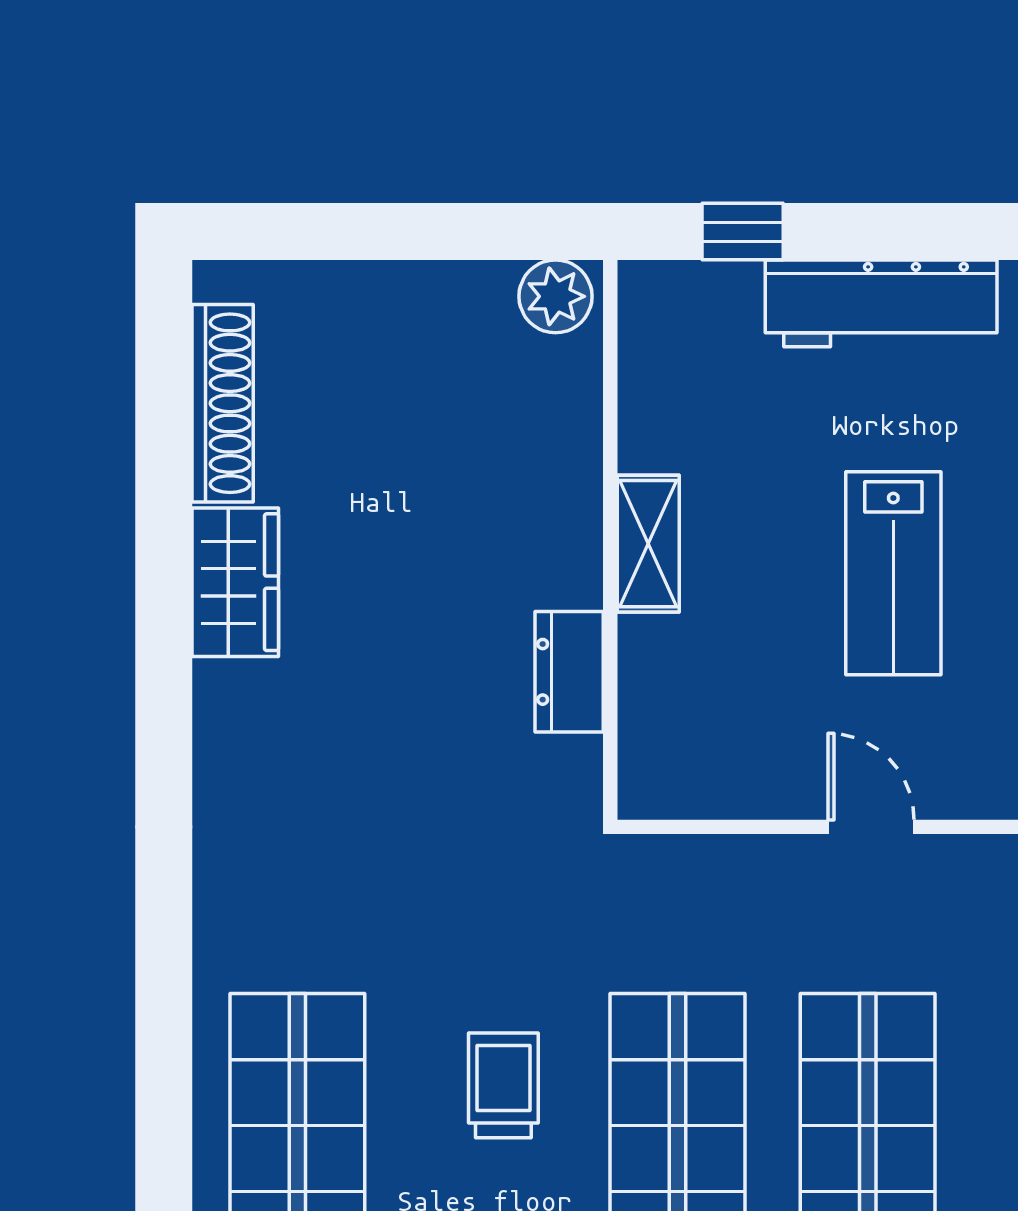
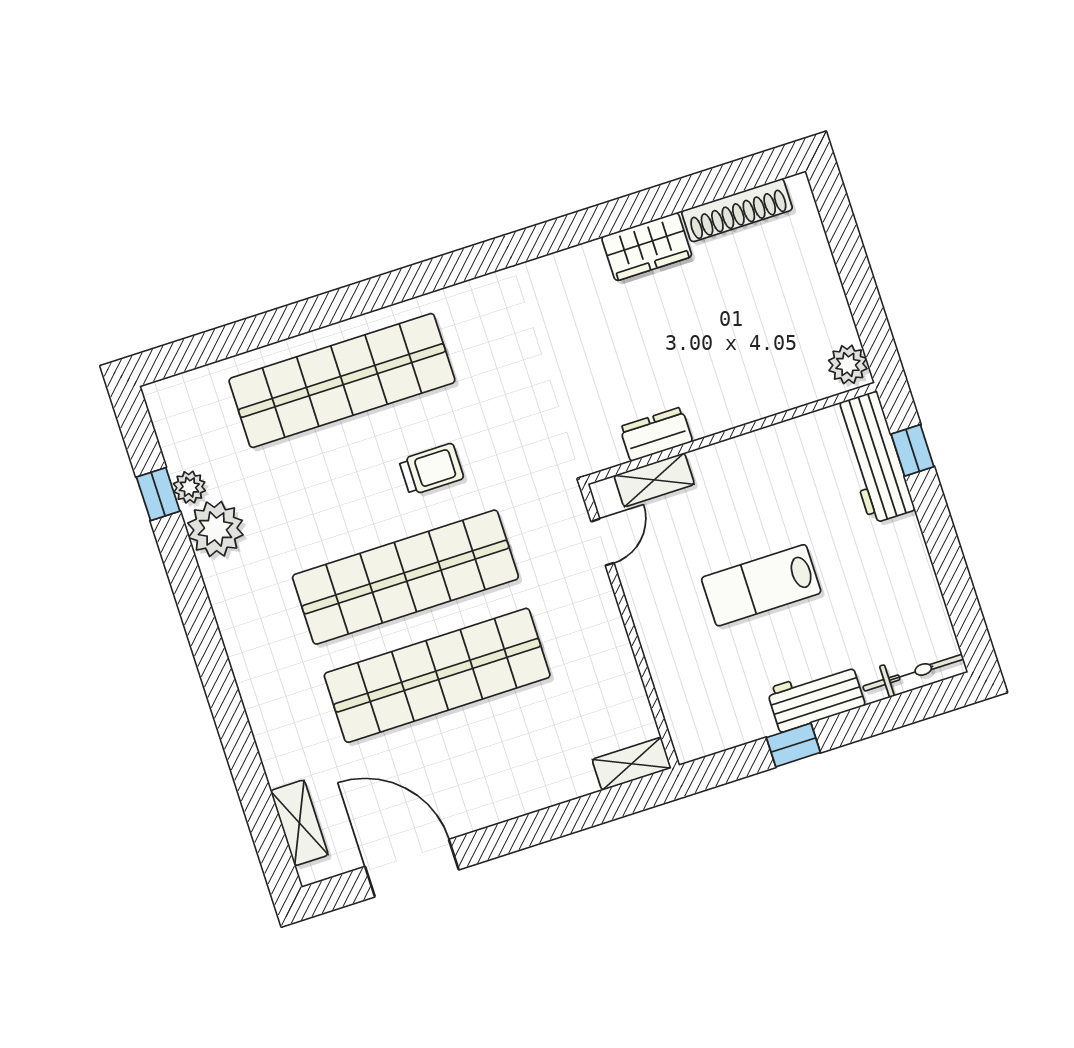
workbench: (881, 303) -> (874, 457), moved
shelving: (648, 544) -> (654, 480), moved
door: (871, 827) -> (602, 542), moved

